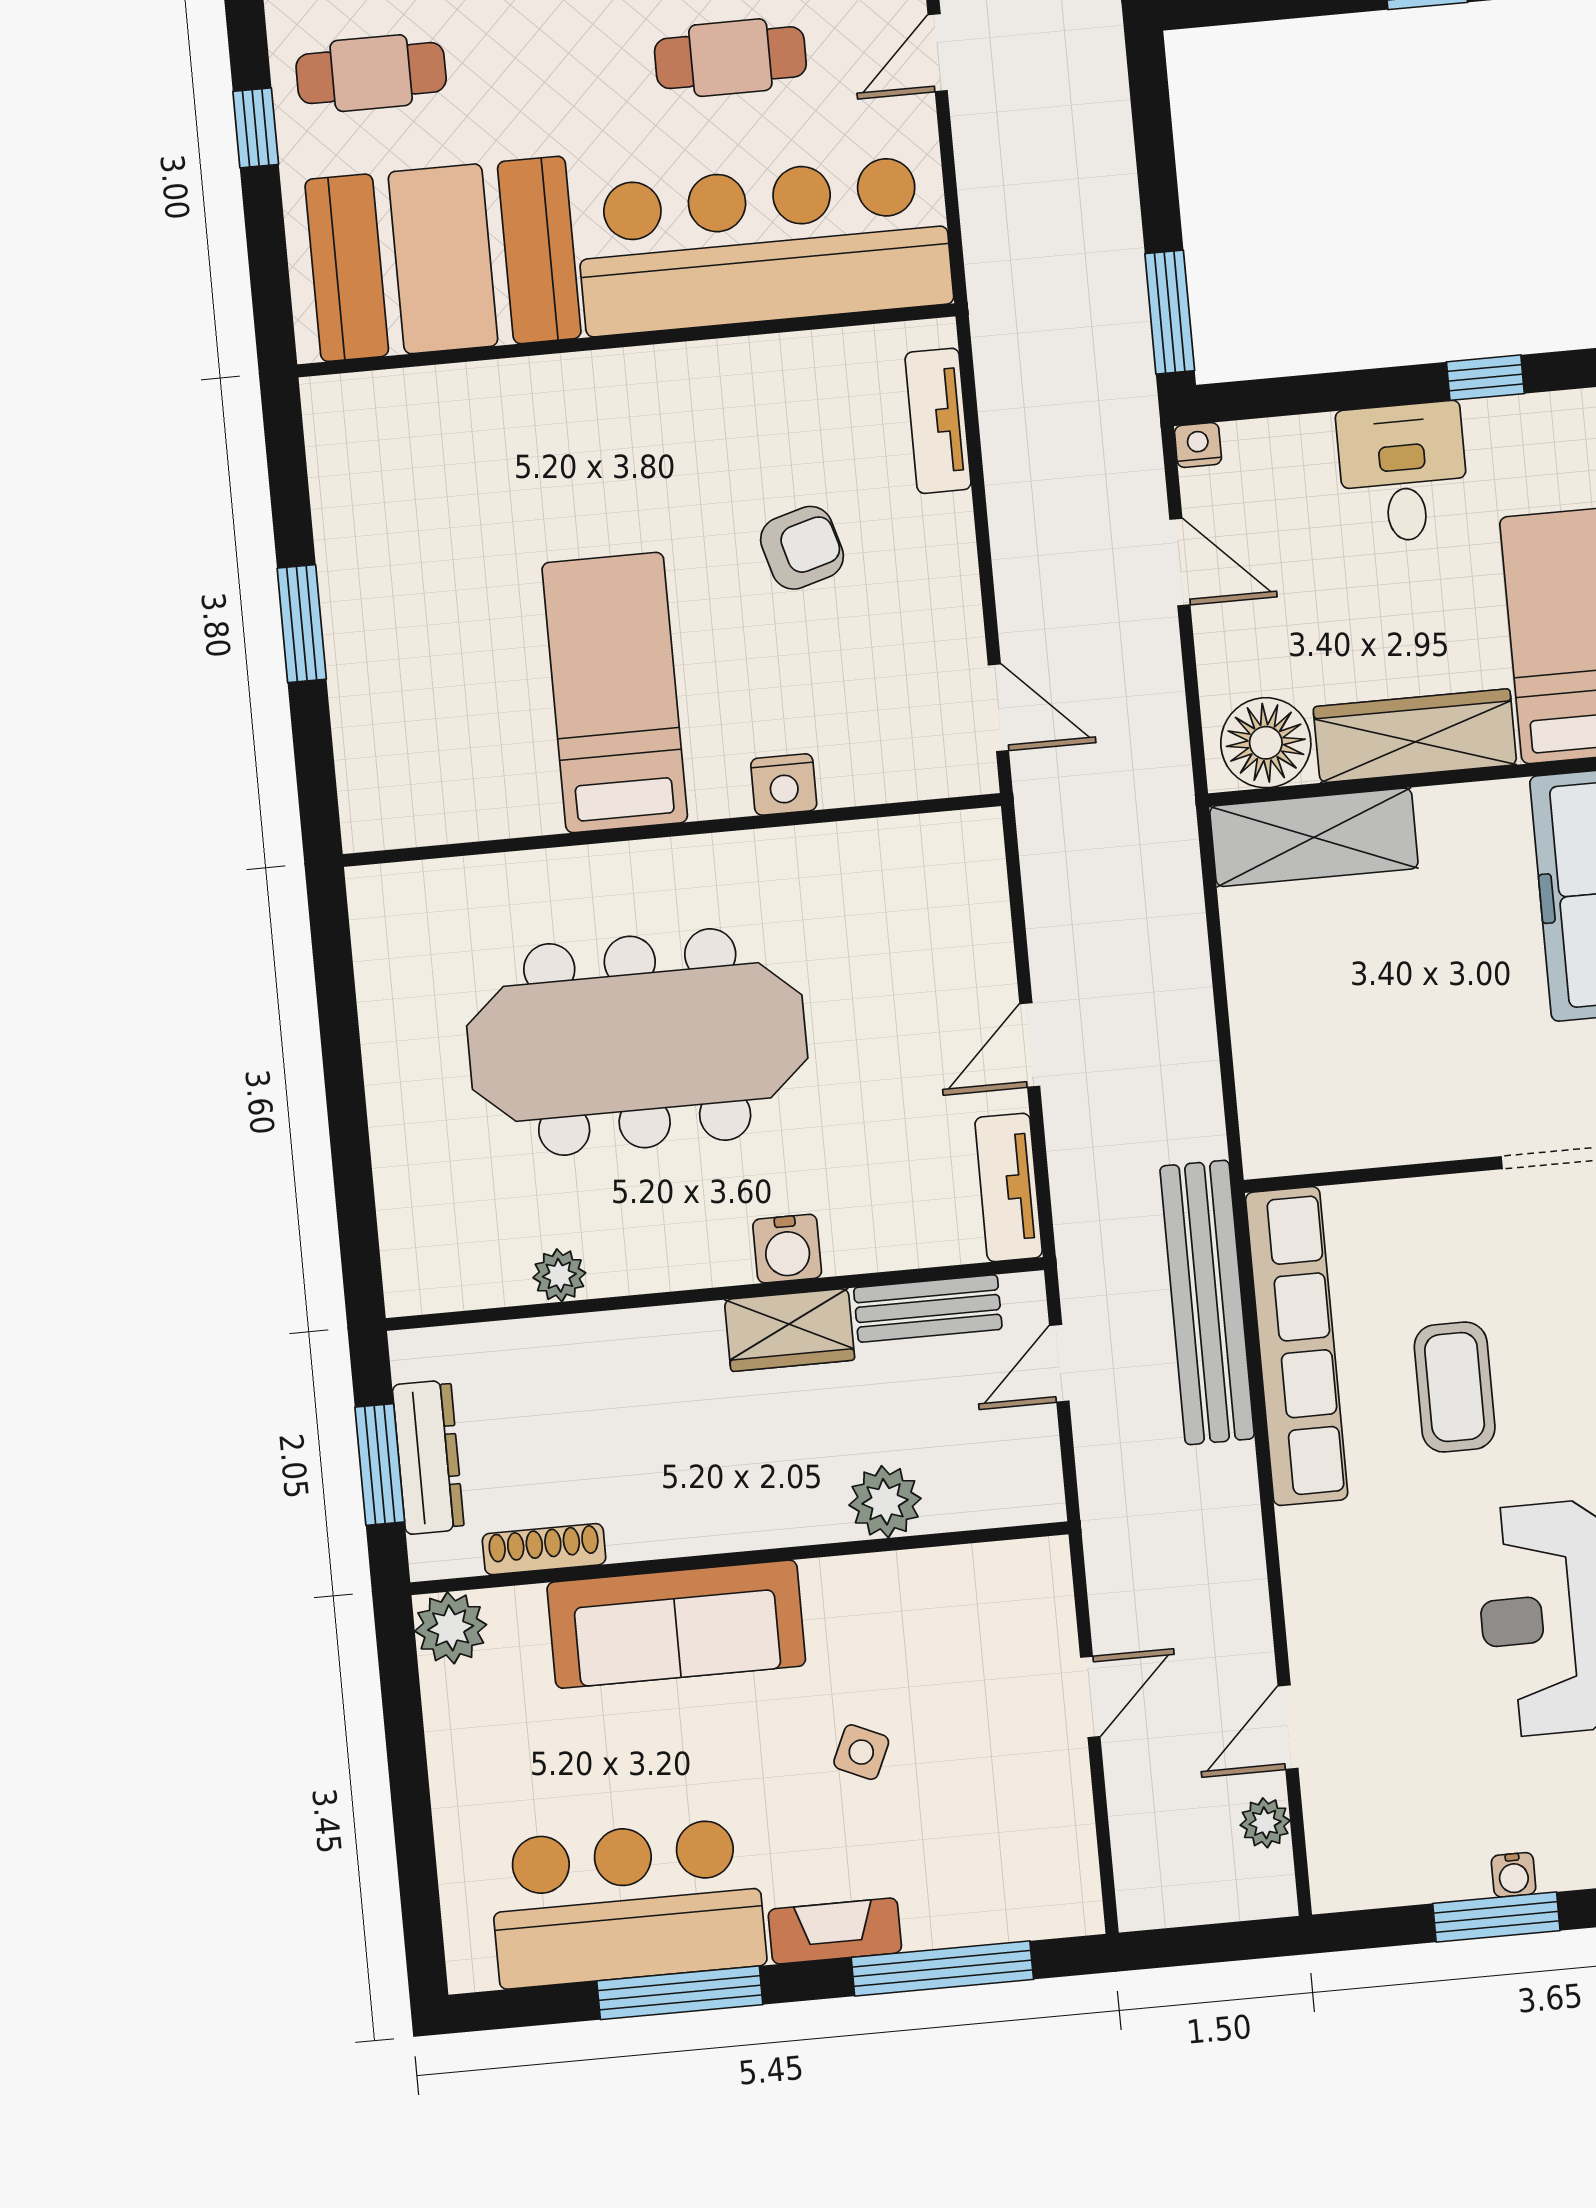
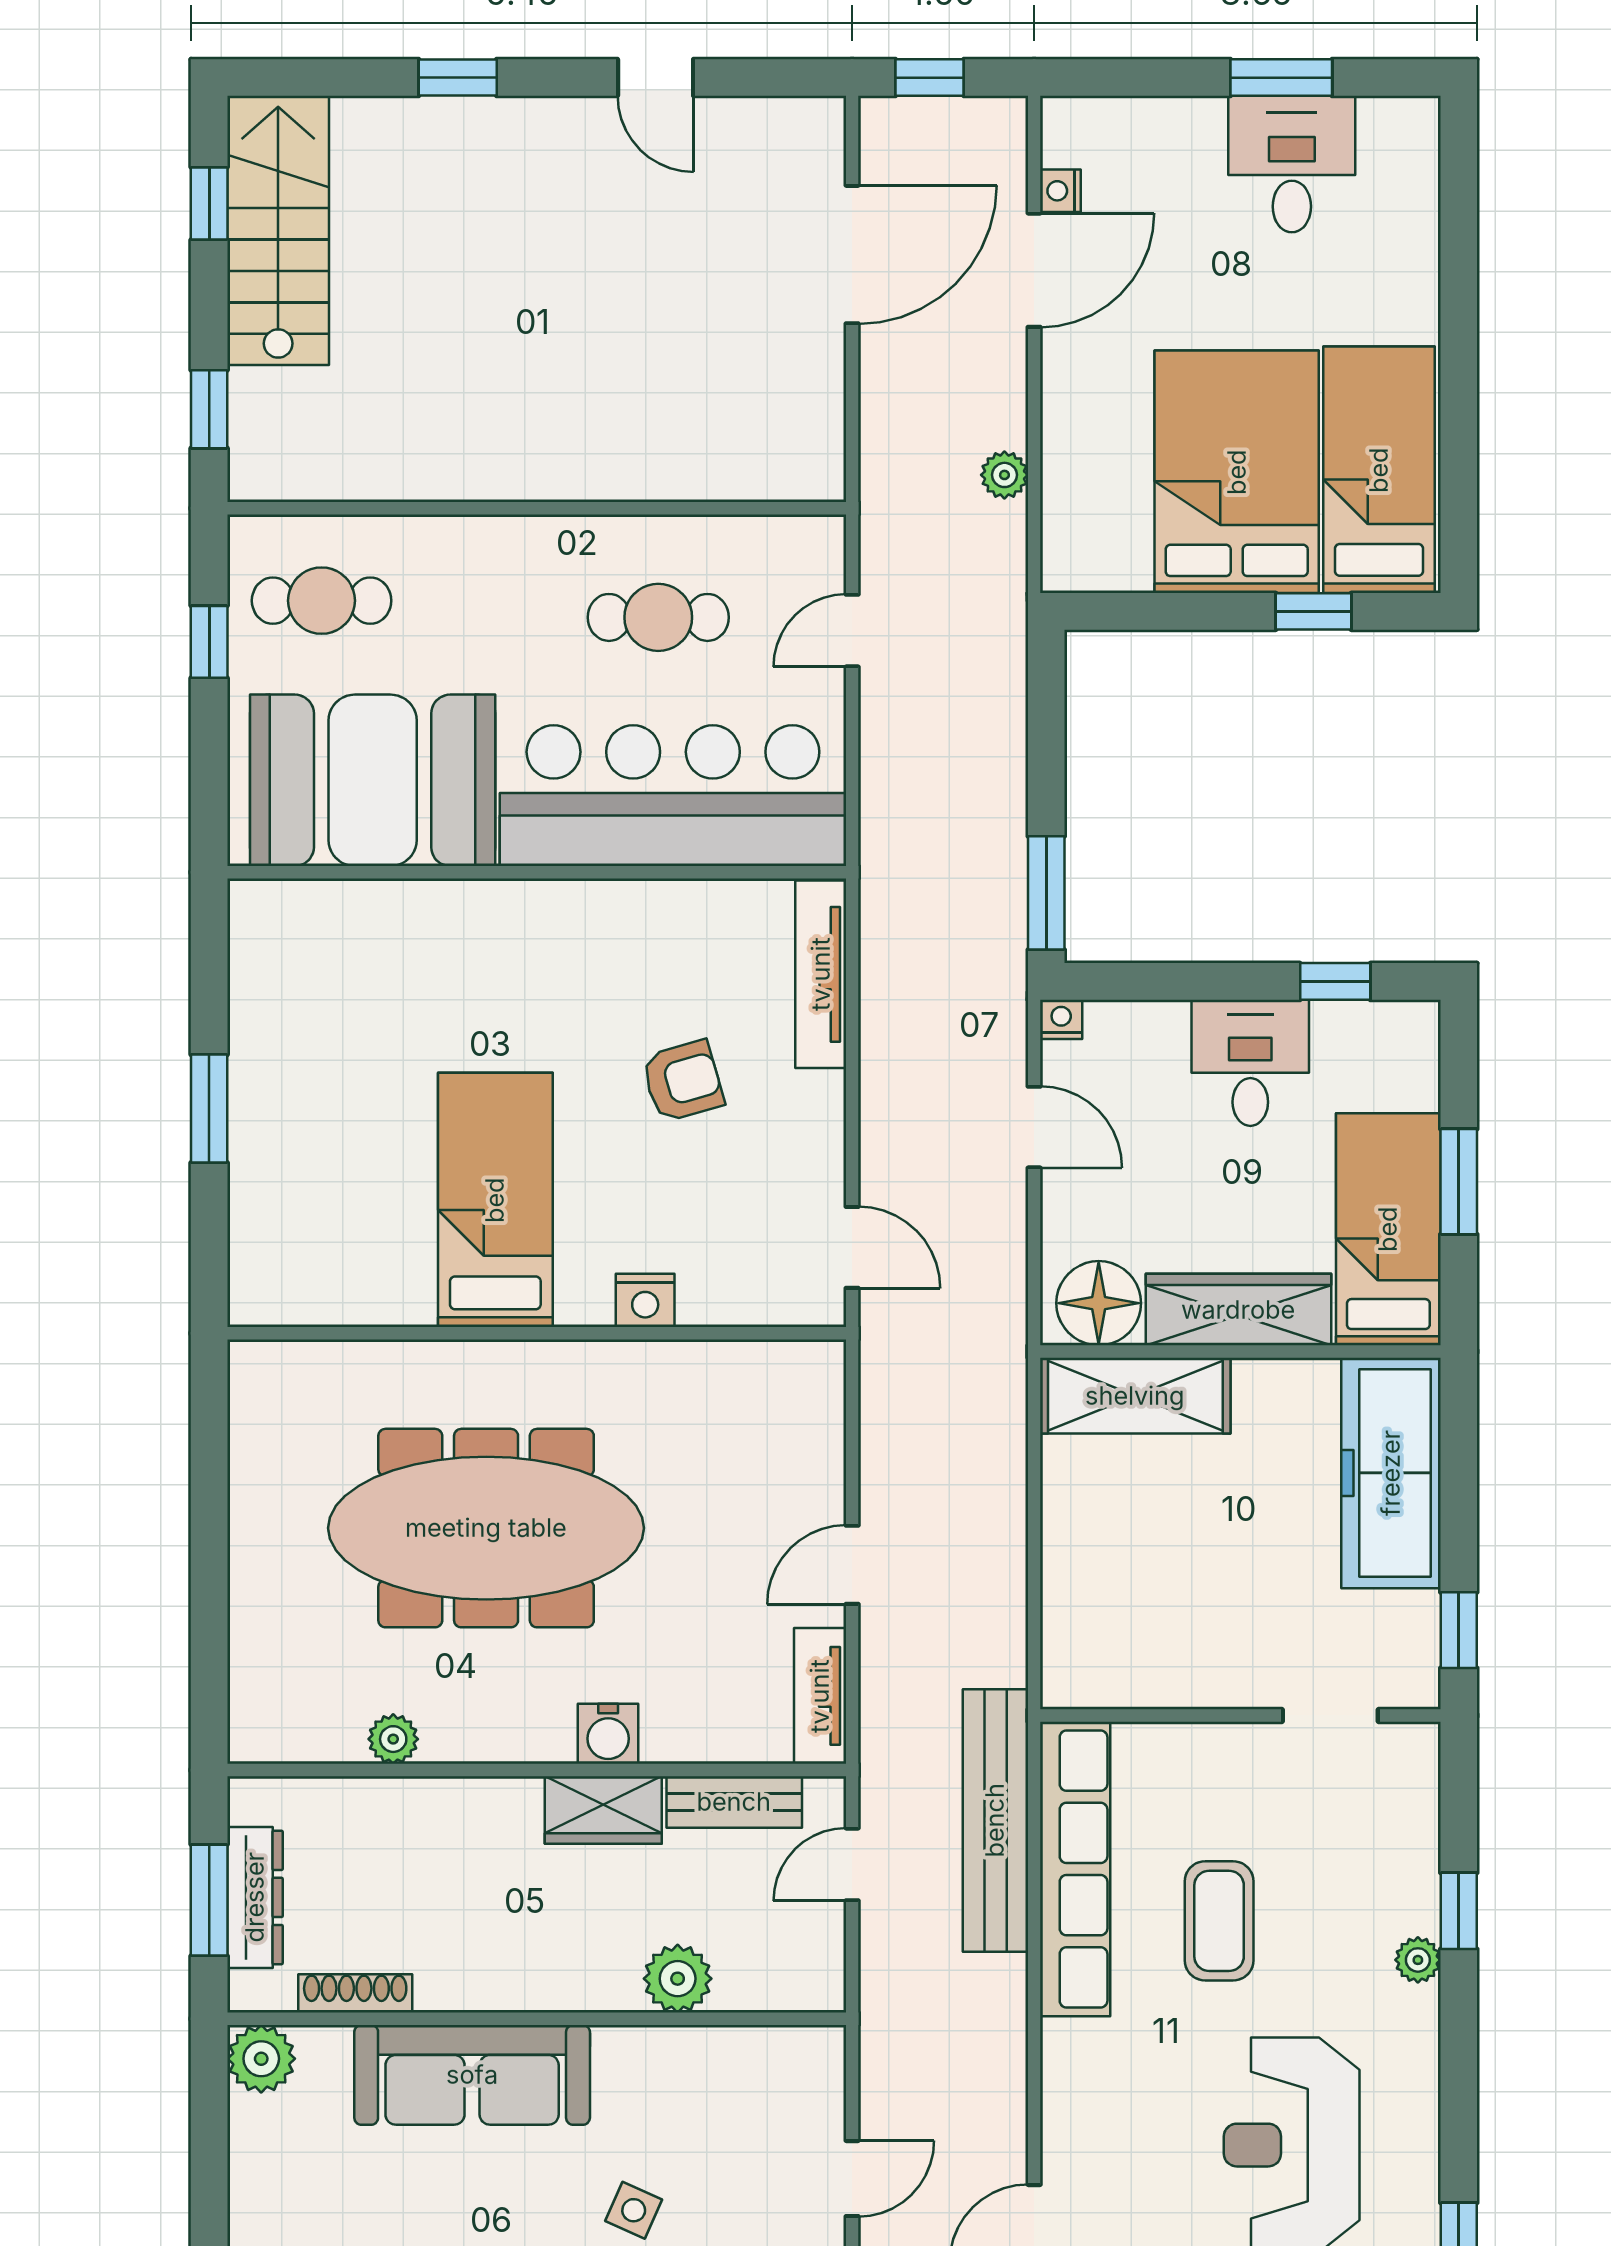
tv unit: (938, 421) -> (821, 974), width x1.41

